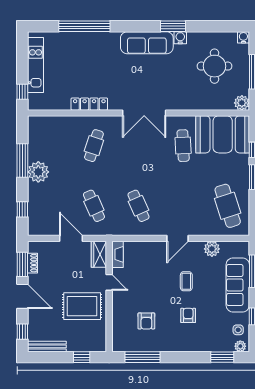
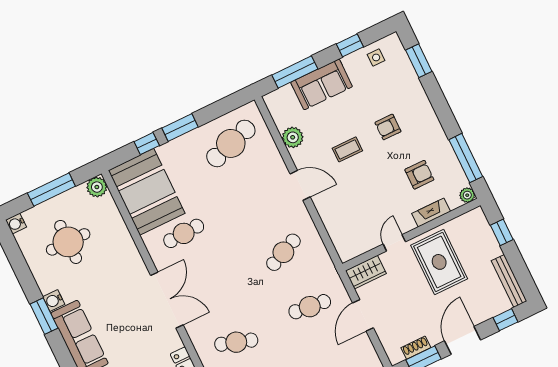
cafe table: (94, 206) -> (310, 307), turned 30
fireplace: (117, 254) -> (431, 213), moved
sofa: (238, 285) -> (322, 84), width x0.73
plant: (240, 346) -> (467, 195), moved

